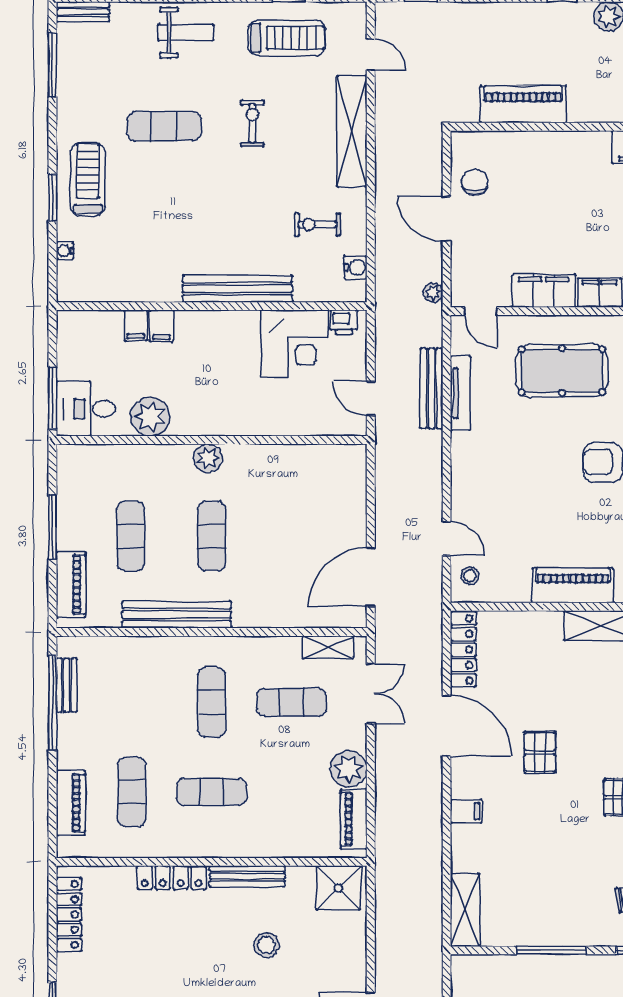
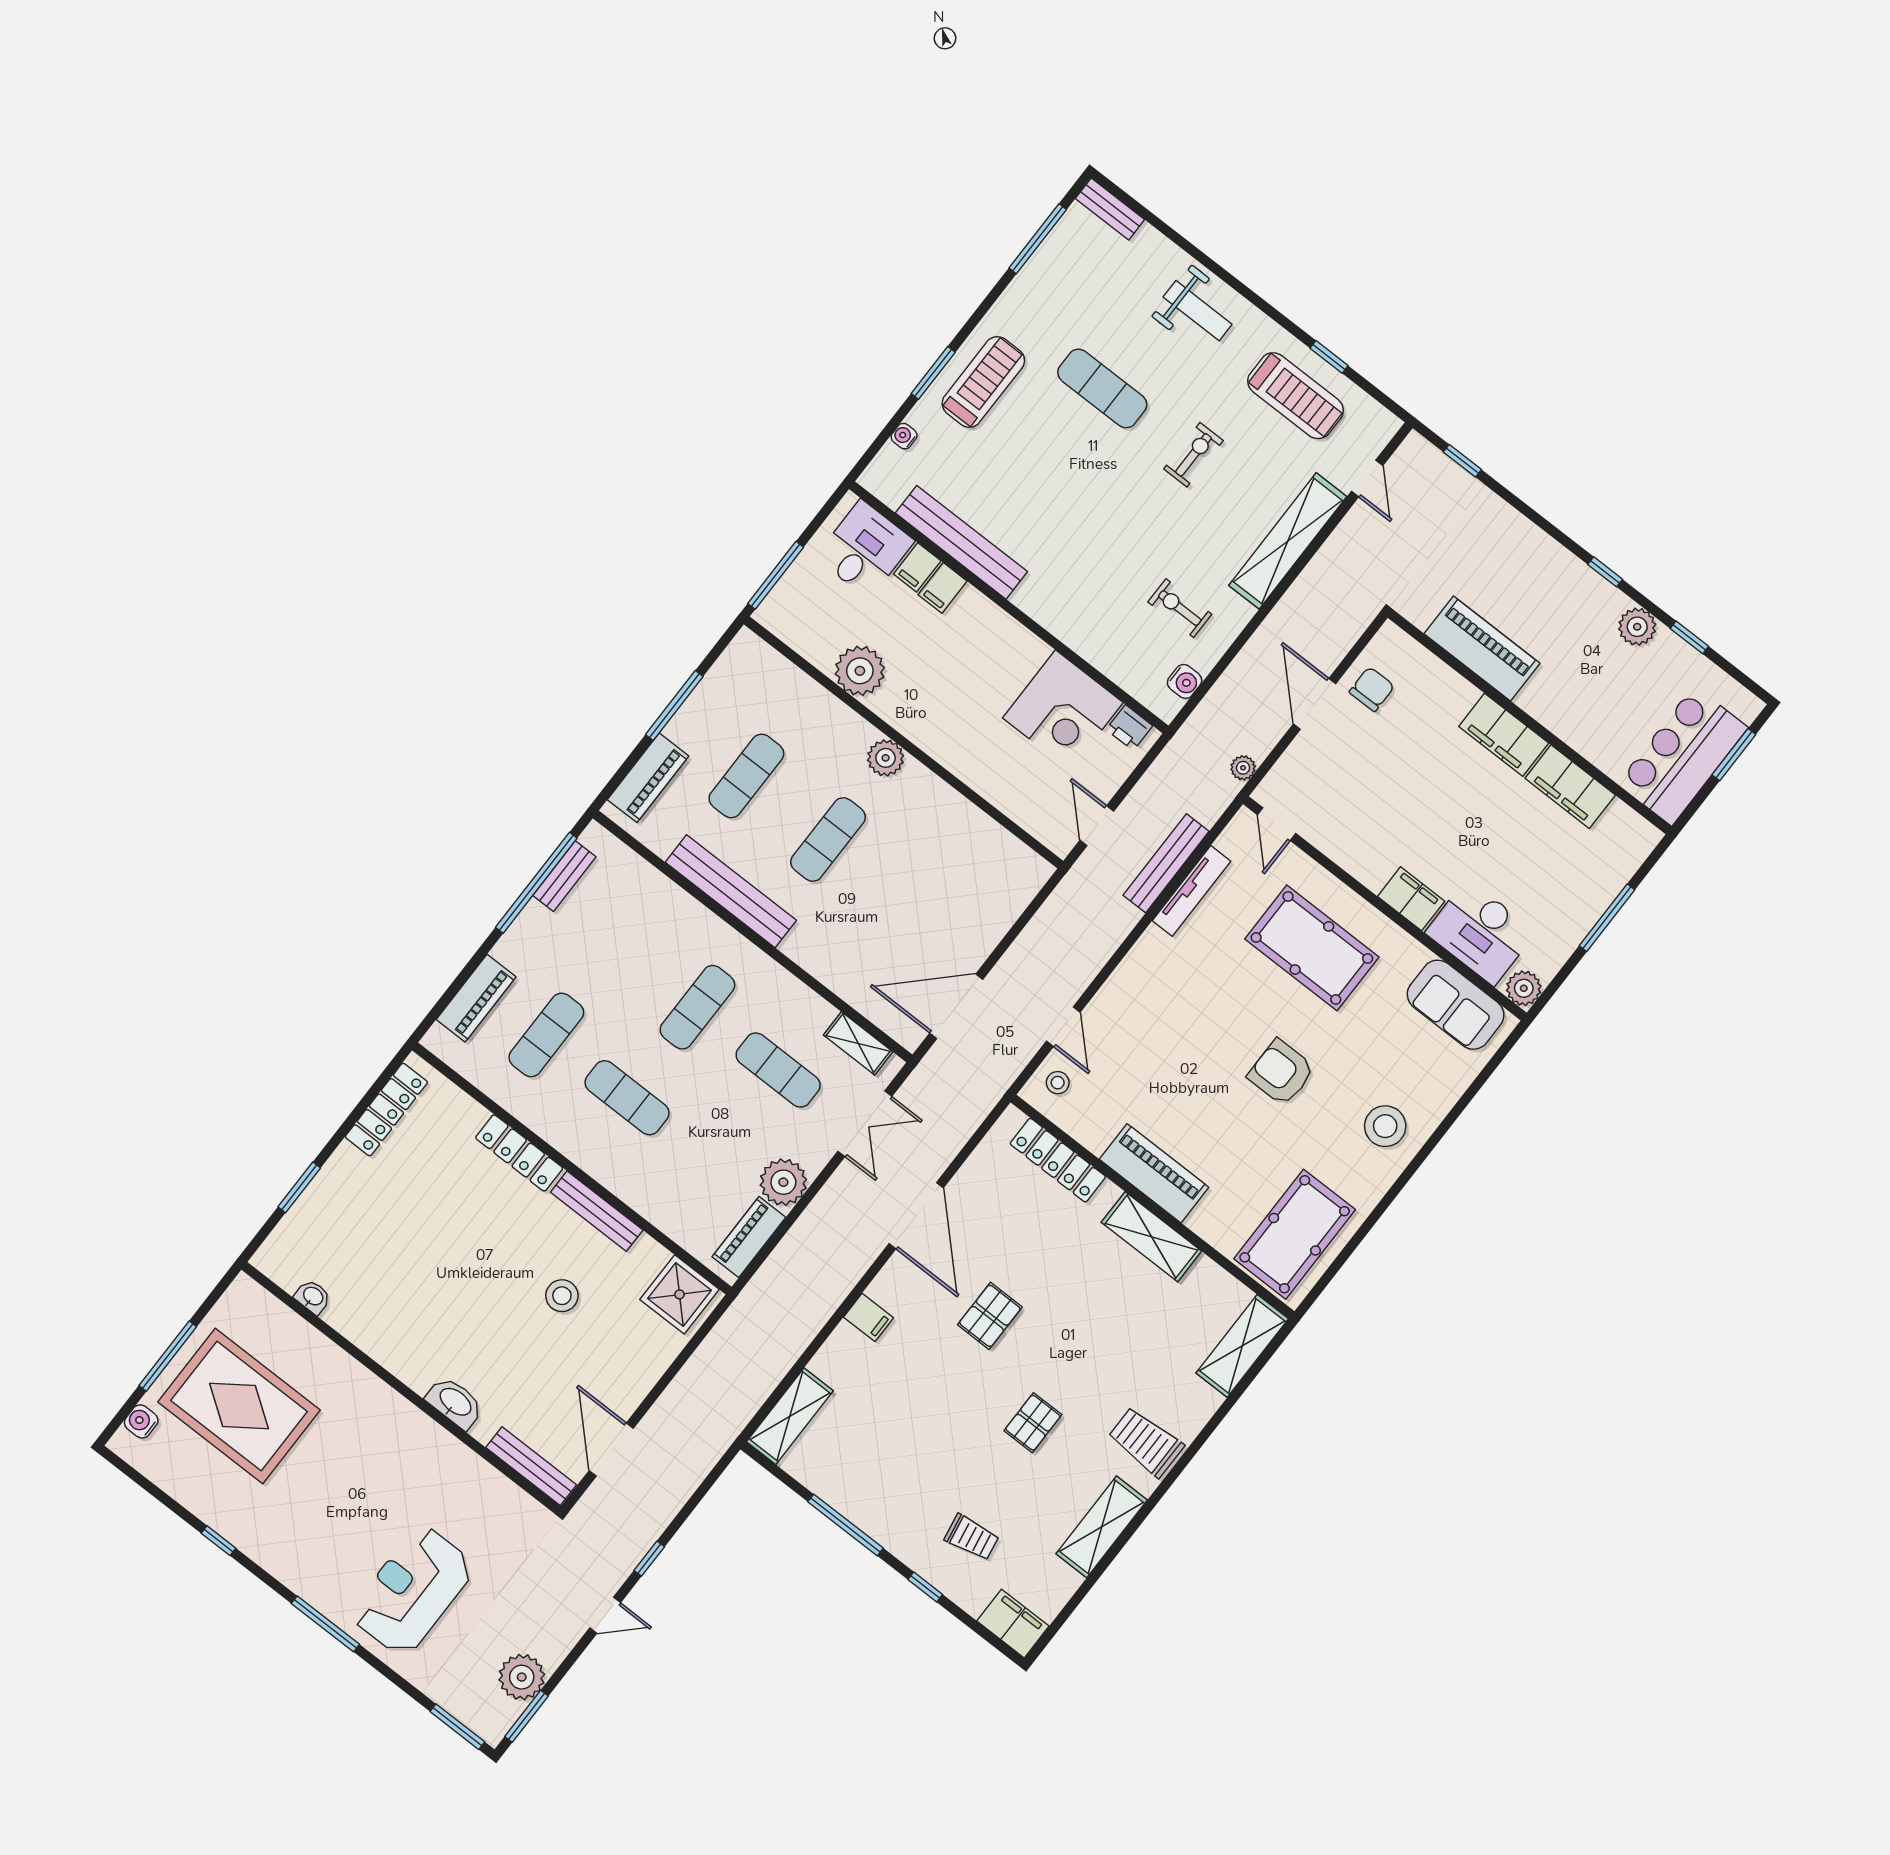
bench: (237, 289) -> (961, 542), moved
filing cabinet: (544, 291) -> (1504, 735), moved, turned 180
desk: (86, 409) -> (865, 549), moved, turned 90
locker: (463, 650) -> (1058, 1160), moved, turned 90

